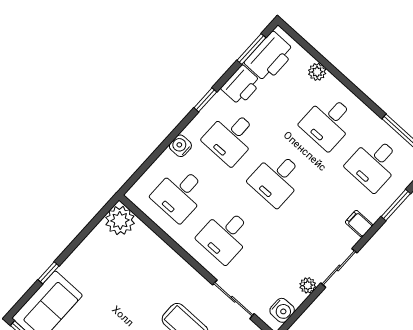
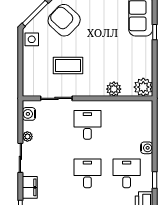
desk: (179, 194) -> (127, 125), removed
filing cabinet: (359, 224) -> (30, 187), width x2.00
plant: (156, 249) -> (114, 89), added

